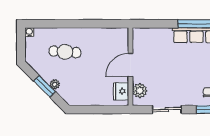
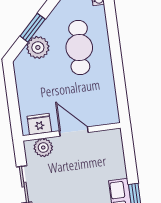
cafe table: (65, 52) -> (79, 47), width x1.37, depth x1.35
plant: (55, 84) -> (38, 47), width x1.87, depth x1.87

